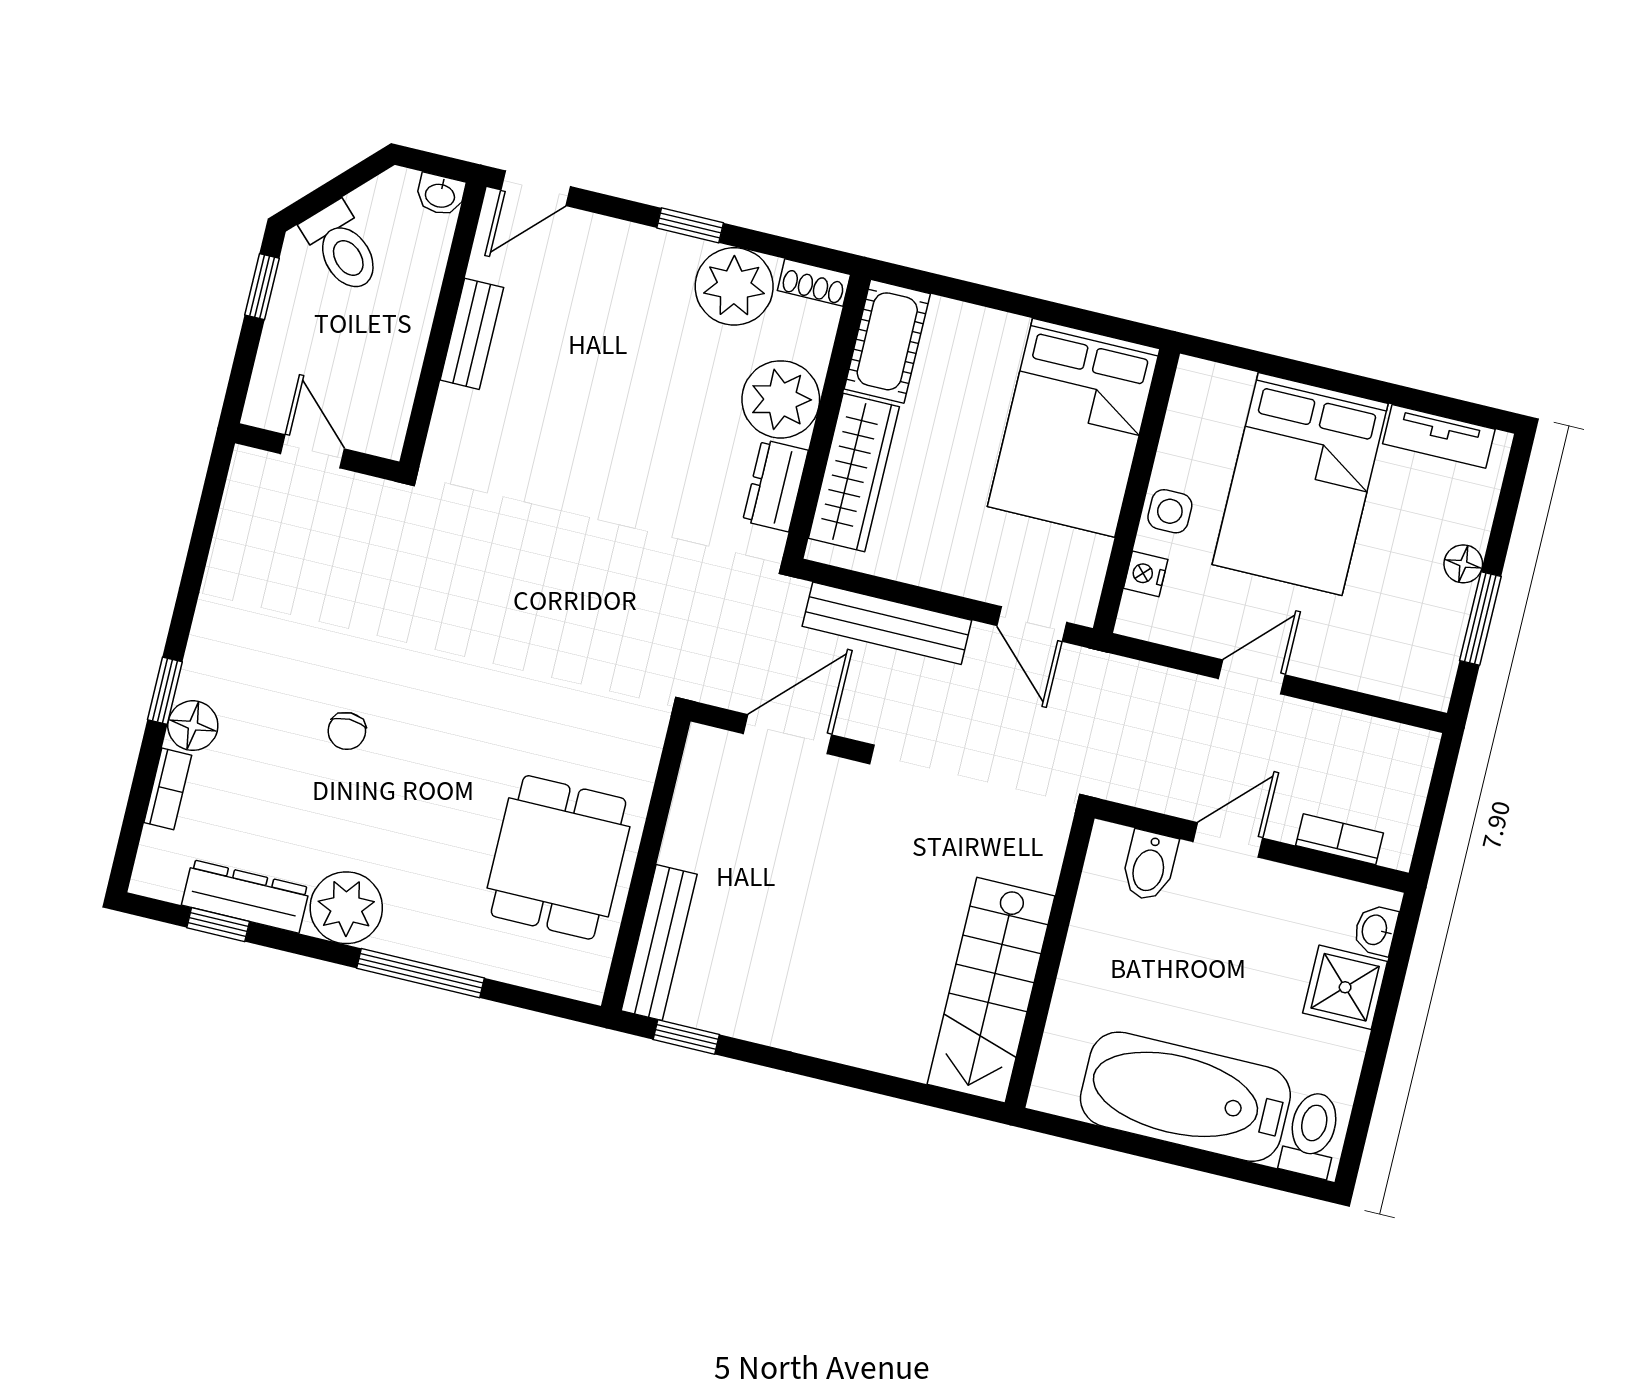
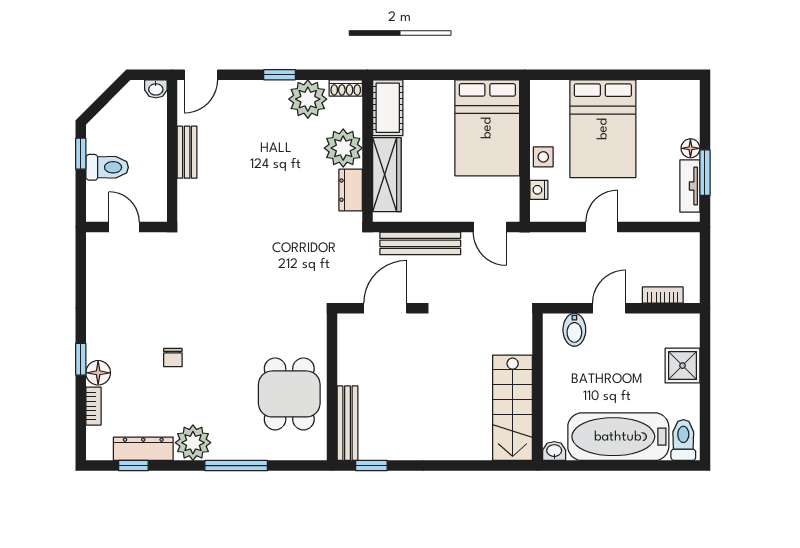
toilet: (342, 248) -> (107, 167), moved, turned -45
tv unit: (1439, 436) -> (690, 186), moved, turned 90
washbasin: (1375, 930) -> (554, 451), moved, turned 90

